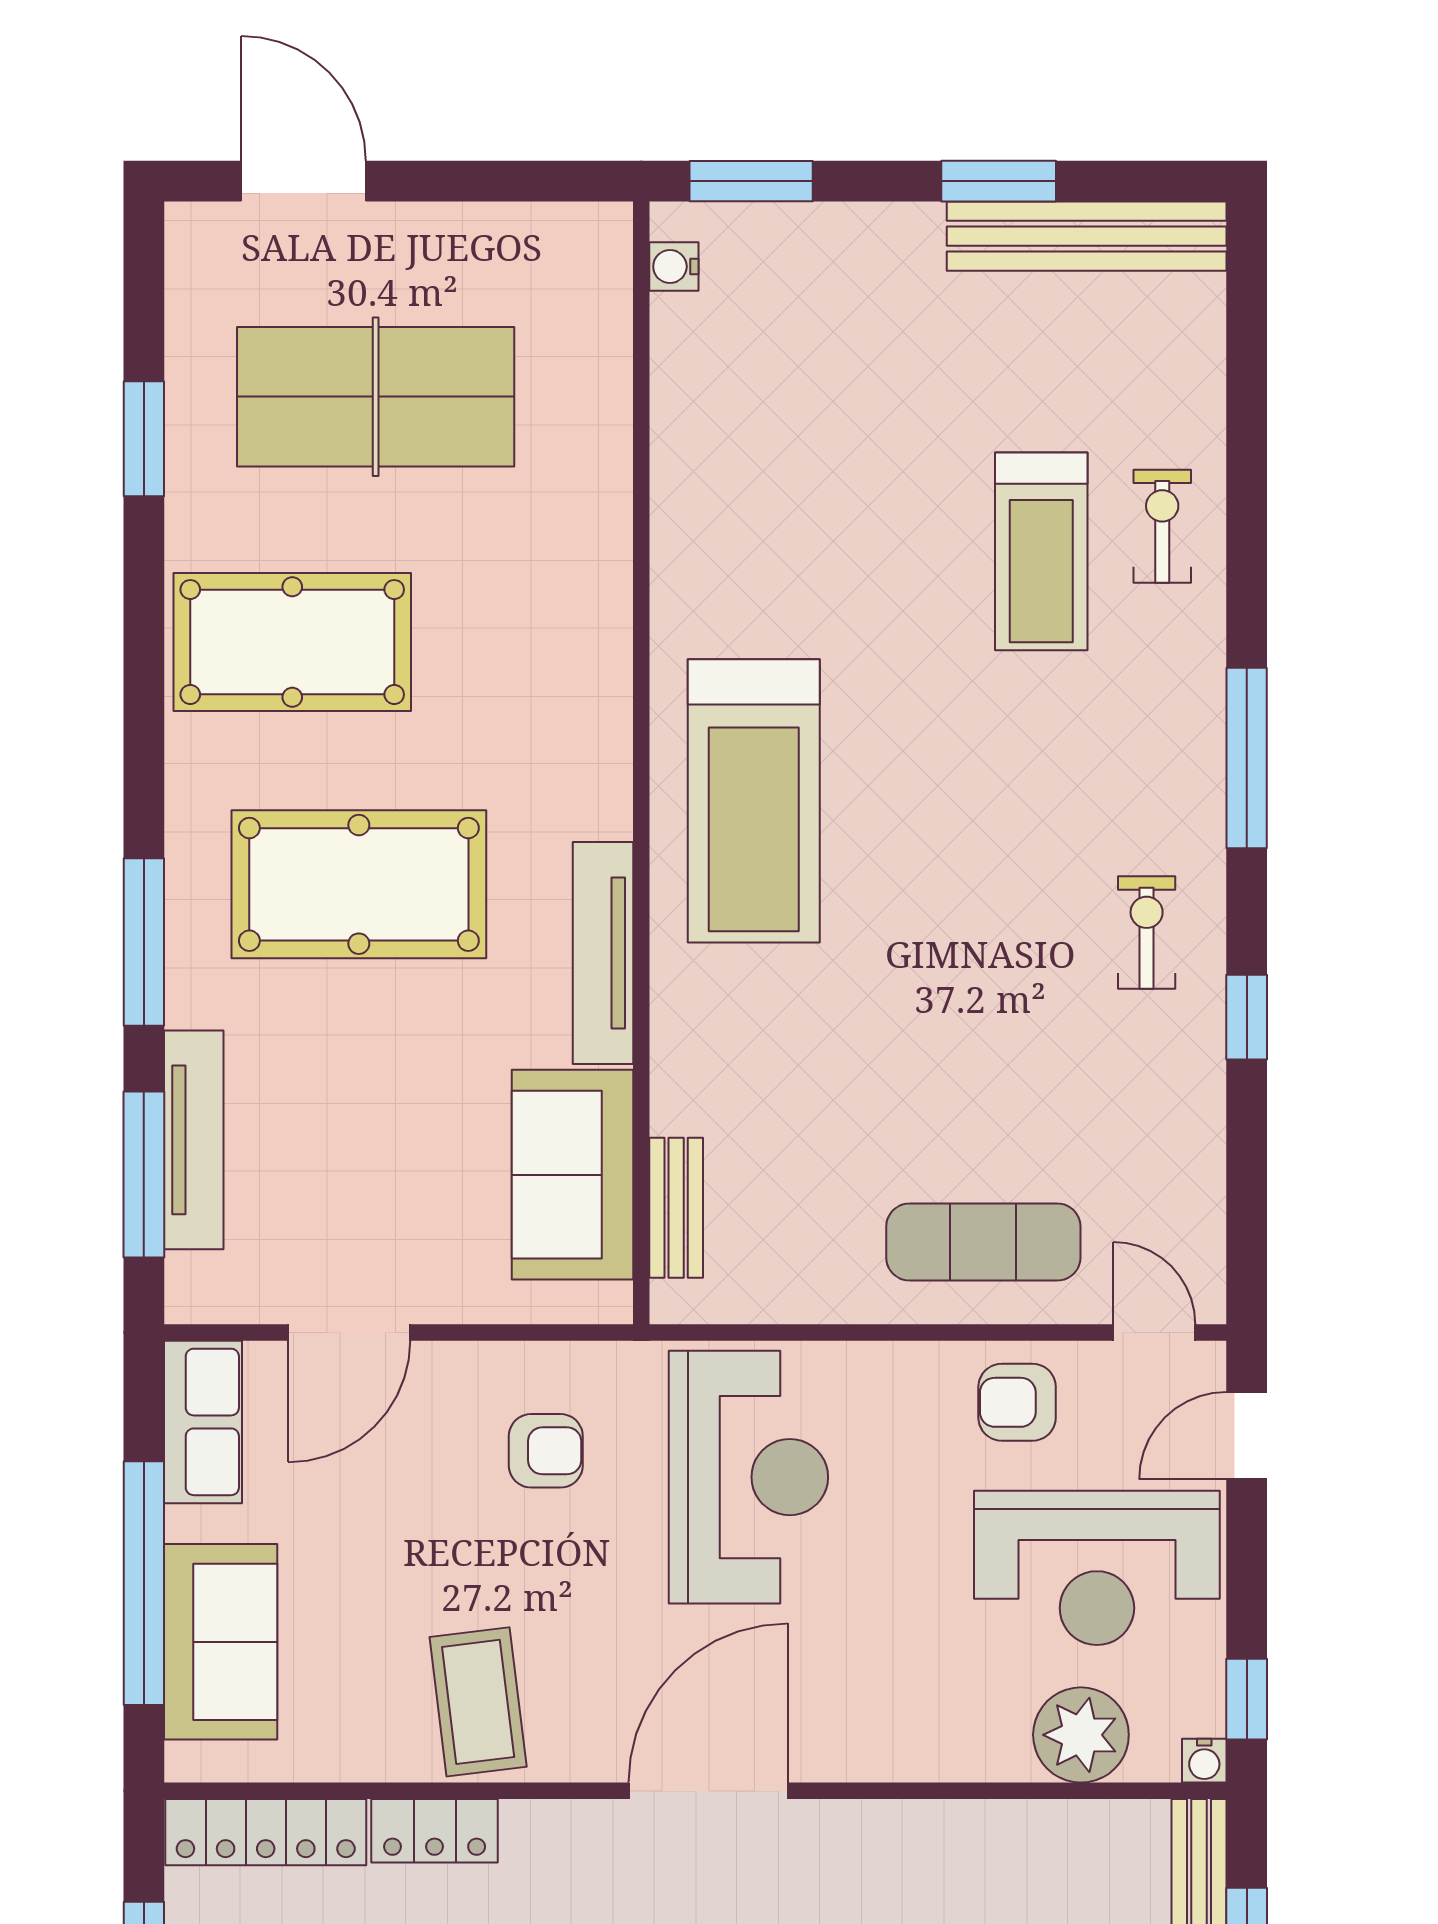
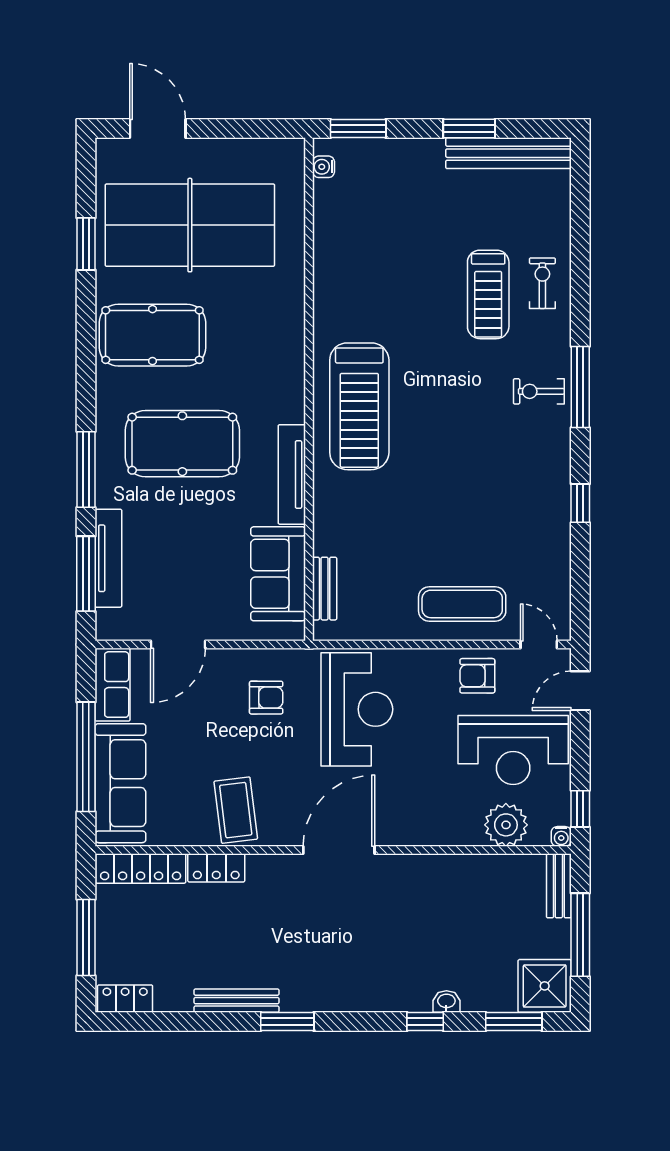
table tennis table: (376, 397) -> (190, 225), width x1.36, depth x1.32
exercise bike: (1147, 933) -> (539, 391), moved, turned -90
sofa: (221, 1642) -> (120, 783), width x1.36

